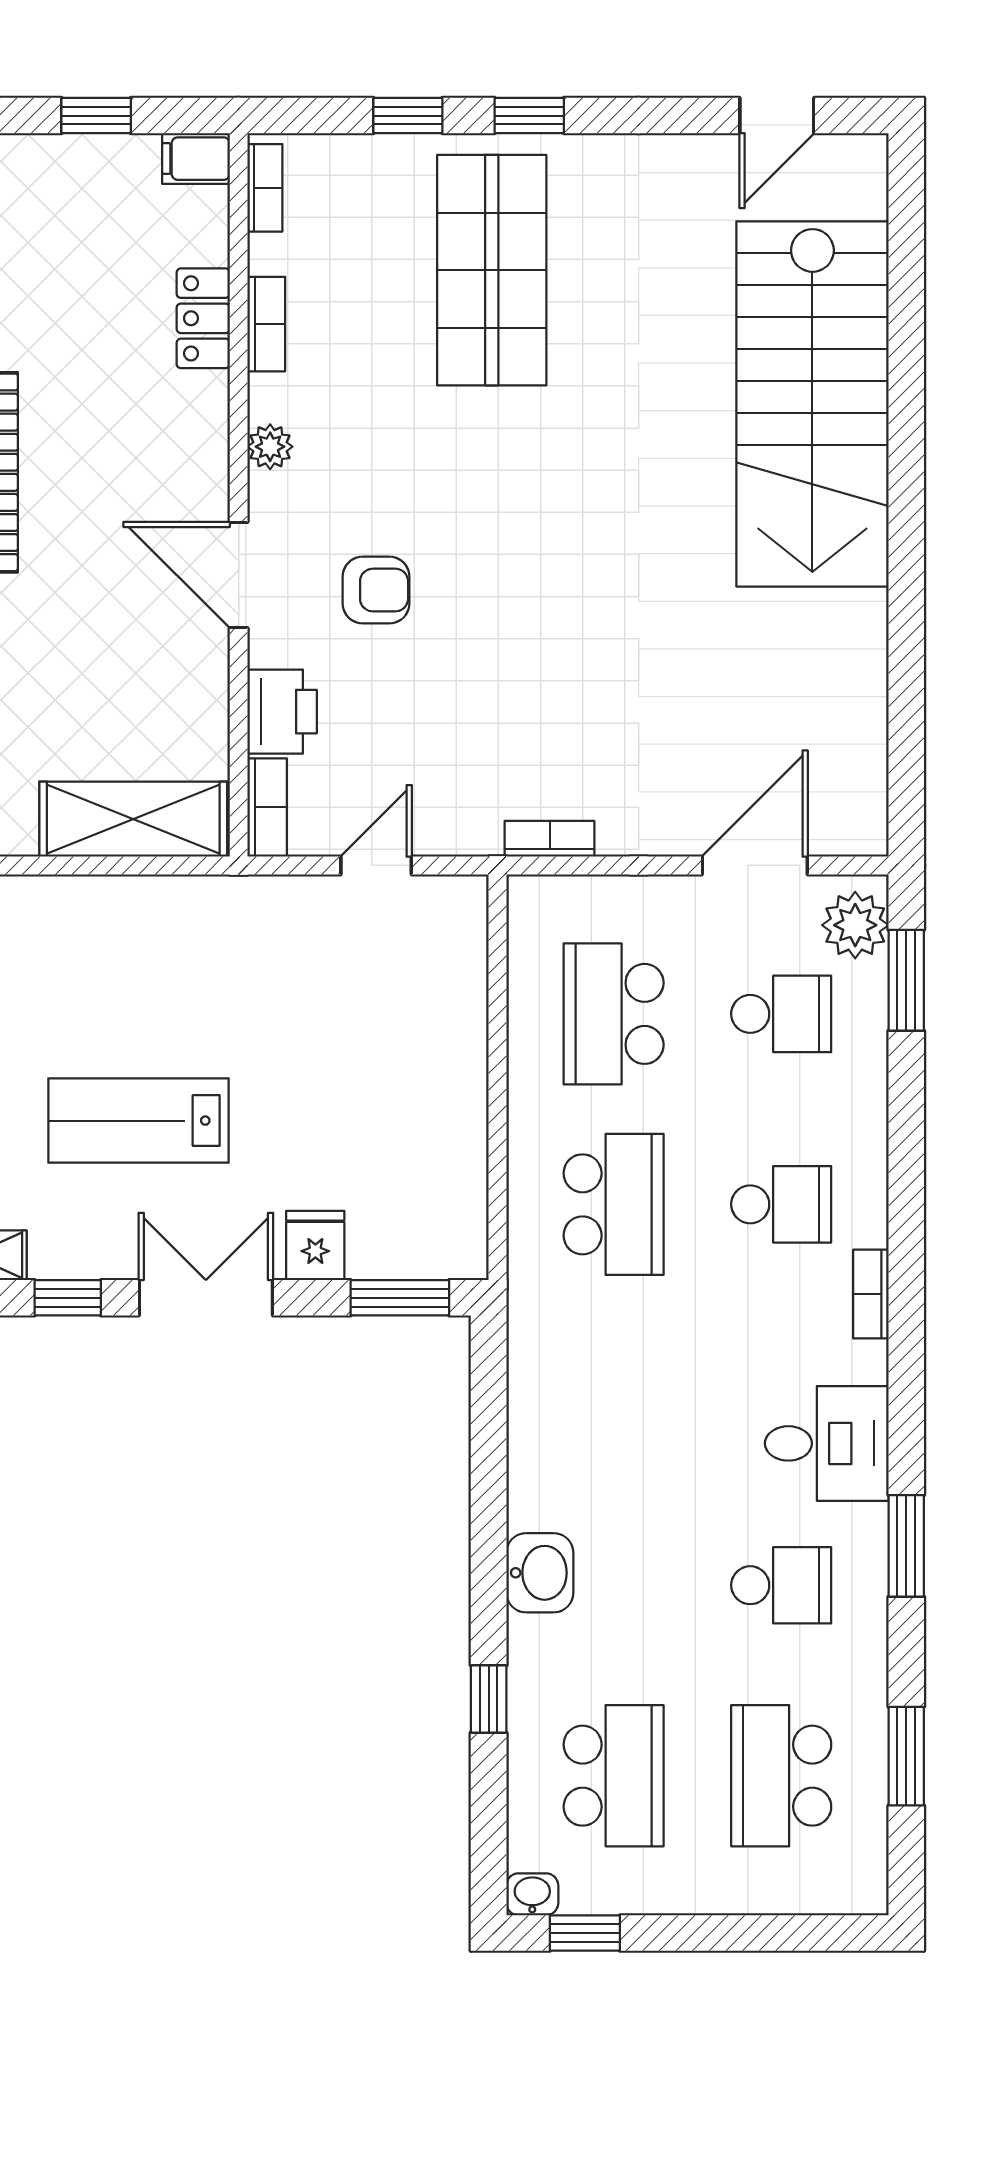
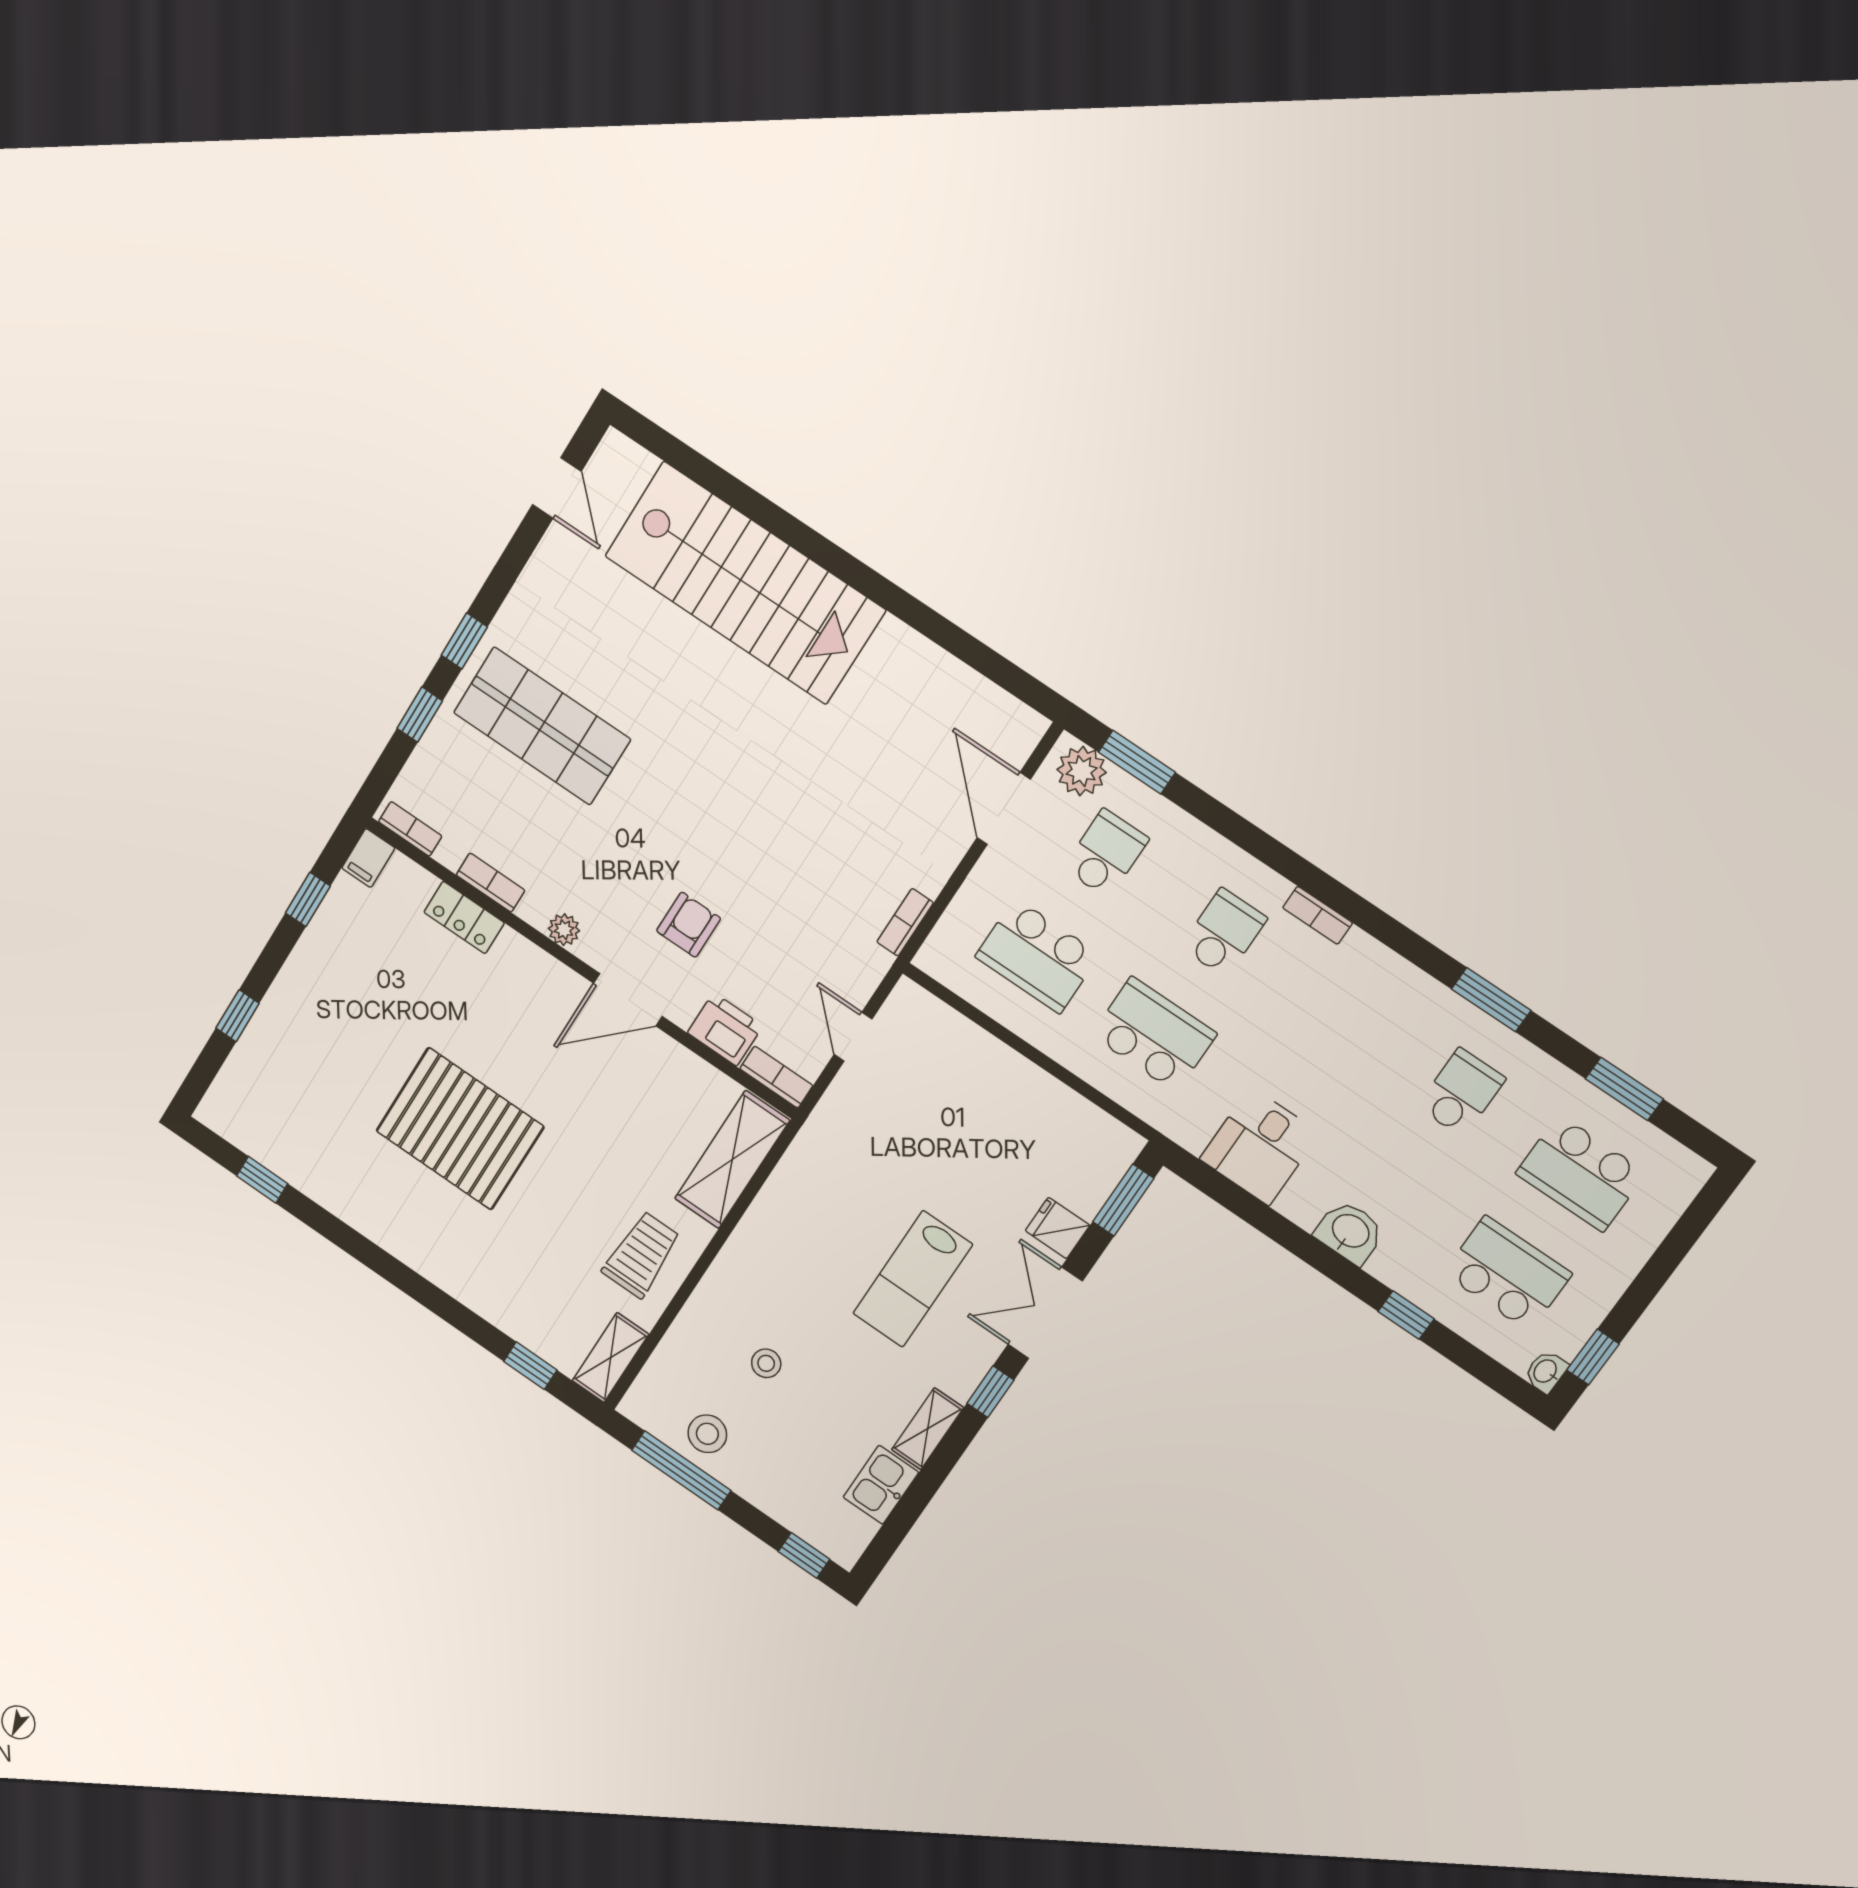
desk: (827, 1443) -> (1260, 1146), moved, turned 180

